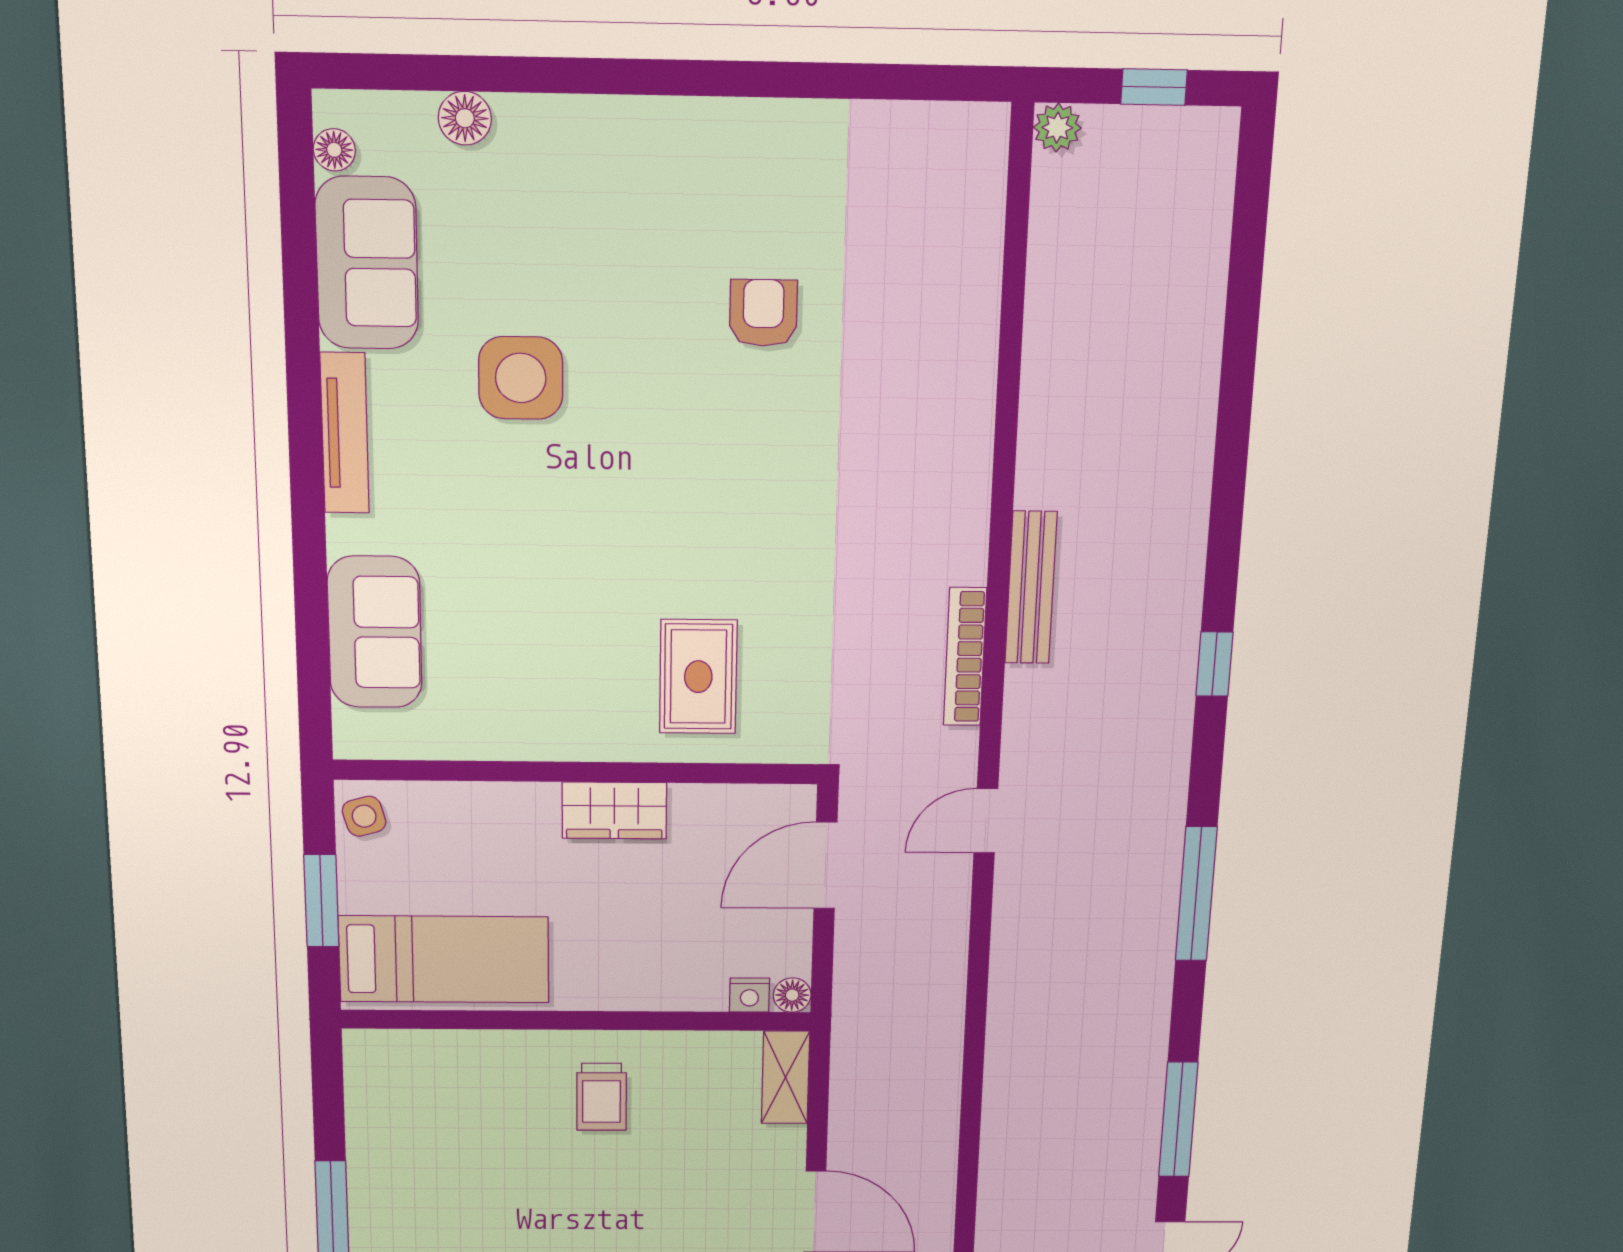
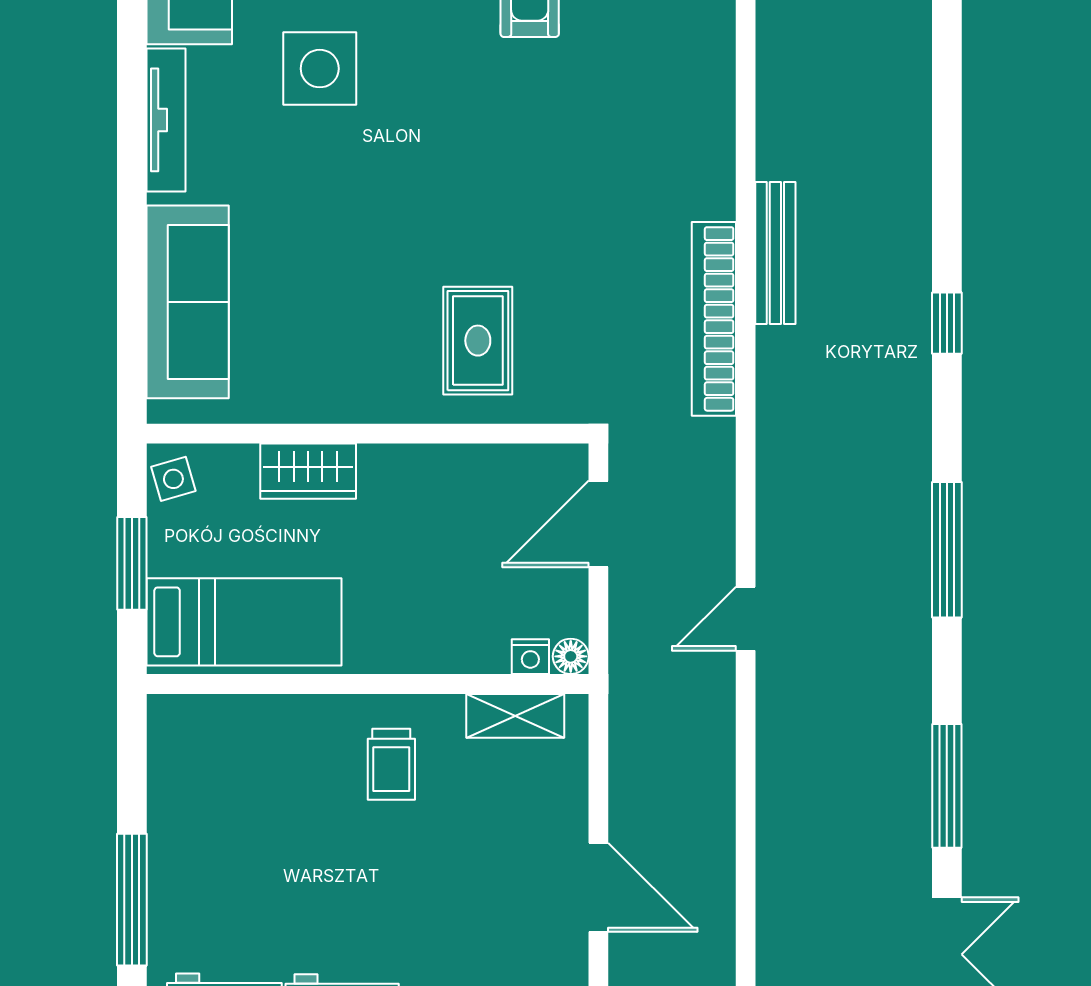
sofa: (375, 632) -> (188, 302), width x1.36
bookcase: (965, 657) -> (714, 319), width x1.48, depth x1.31
wardrobe: (614, 810) -> (308, 471), moved
door: (986, 821) -> (746, 619), moved
shelving: (786, 1077) -> (515, 716), moved, turned 90

